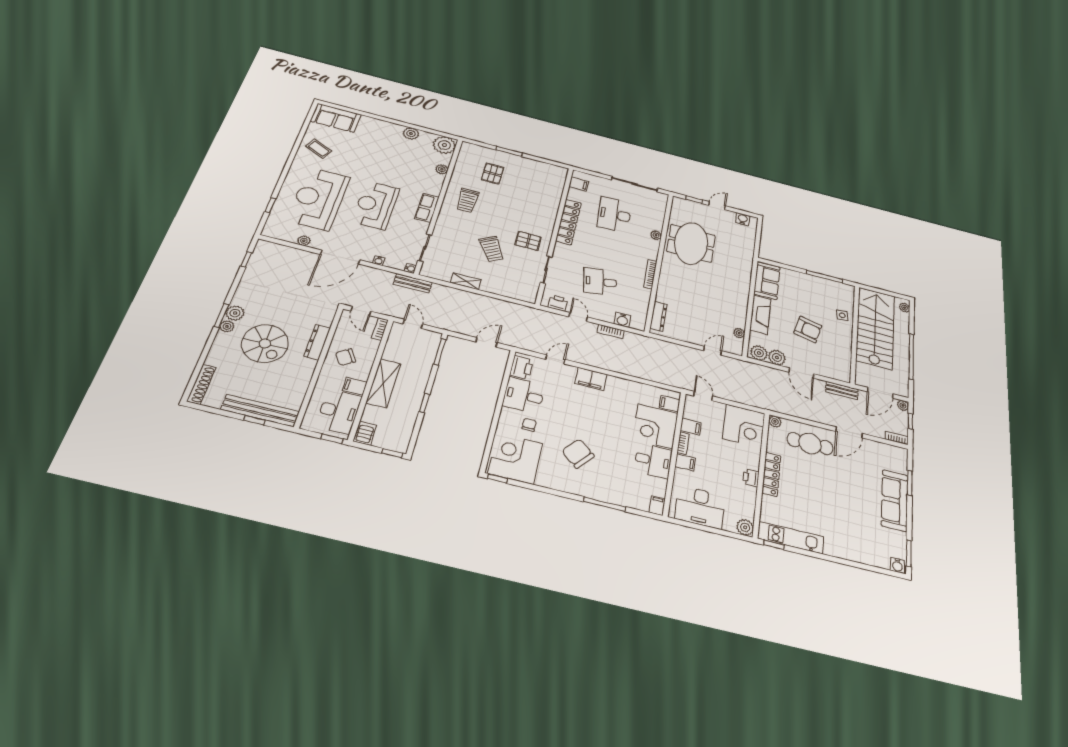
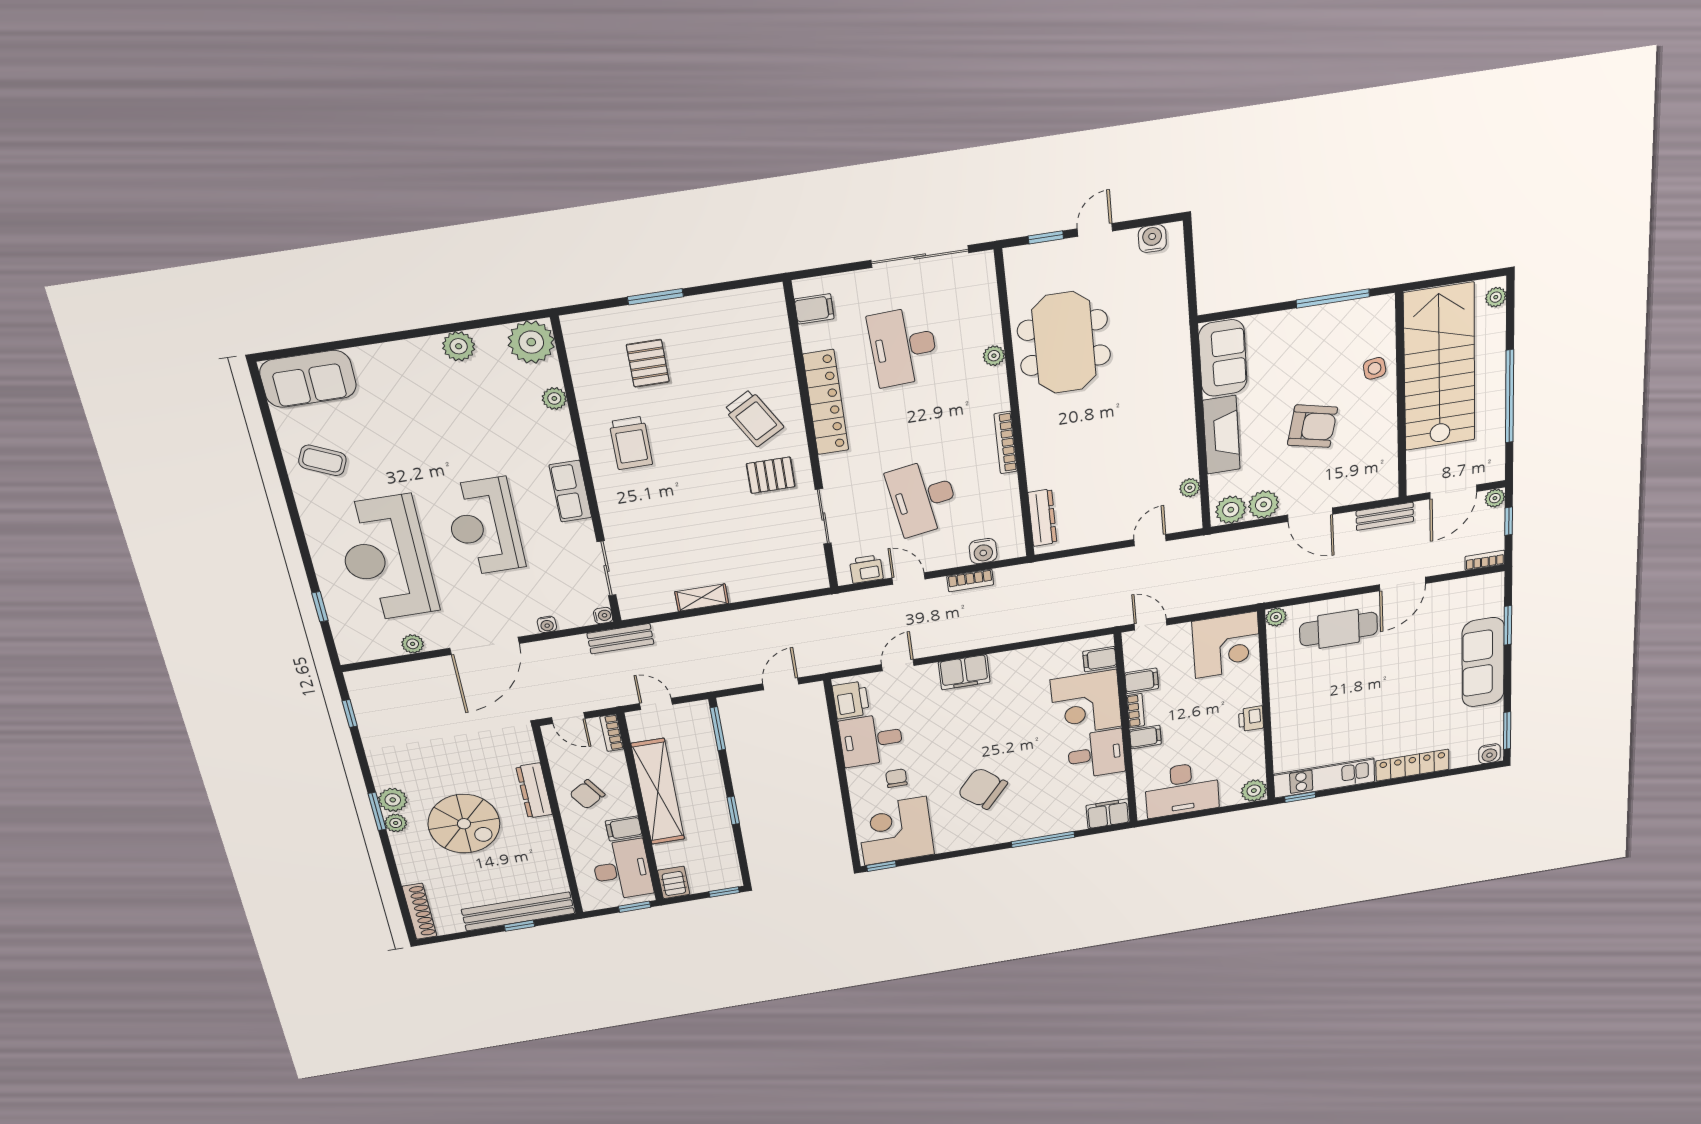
trolley: (492, 249) -> (754, 418), moved
desk: (600, 282) -> (923, 497), width x1.37
shelving: (383, 383) -> (658, 792), width x1.47
locker: (771, 474) -> (1412, 765), moved, turned -90
filing cabinet: (657, 506) -> (1108, 814), width x2.00

